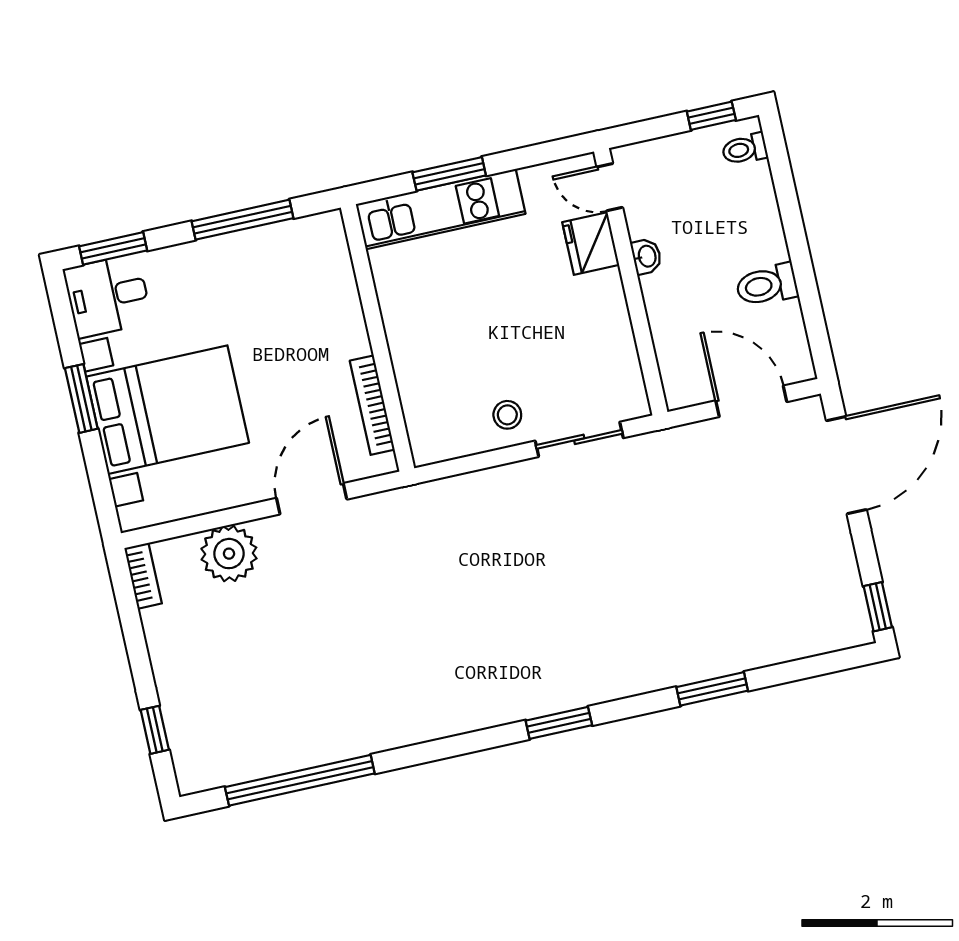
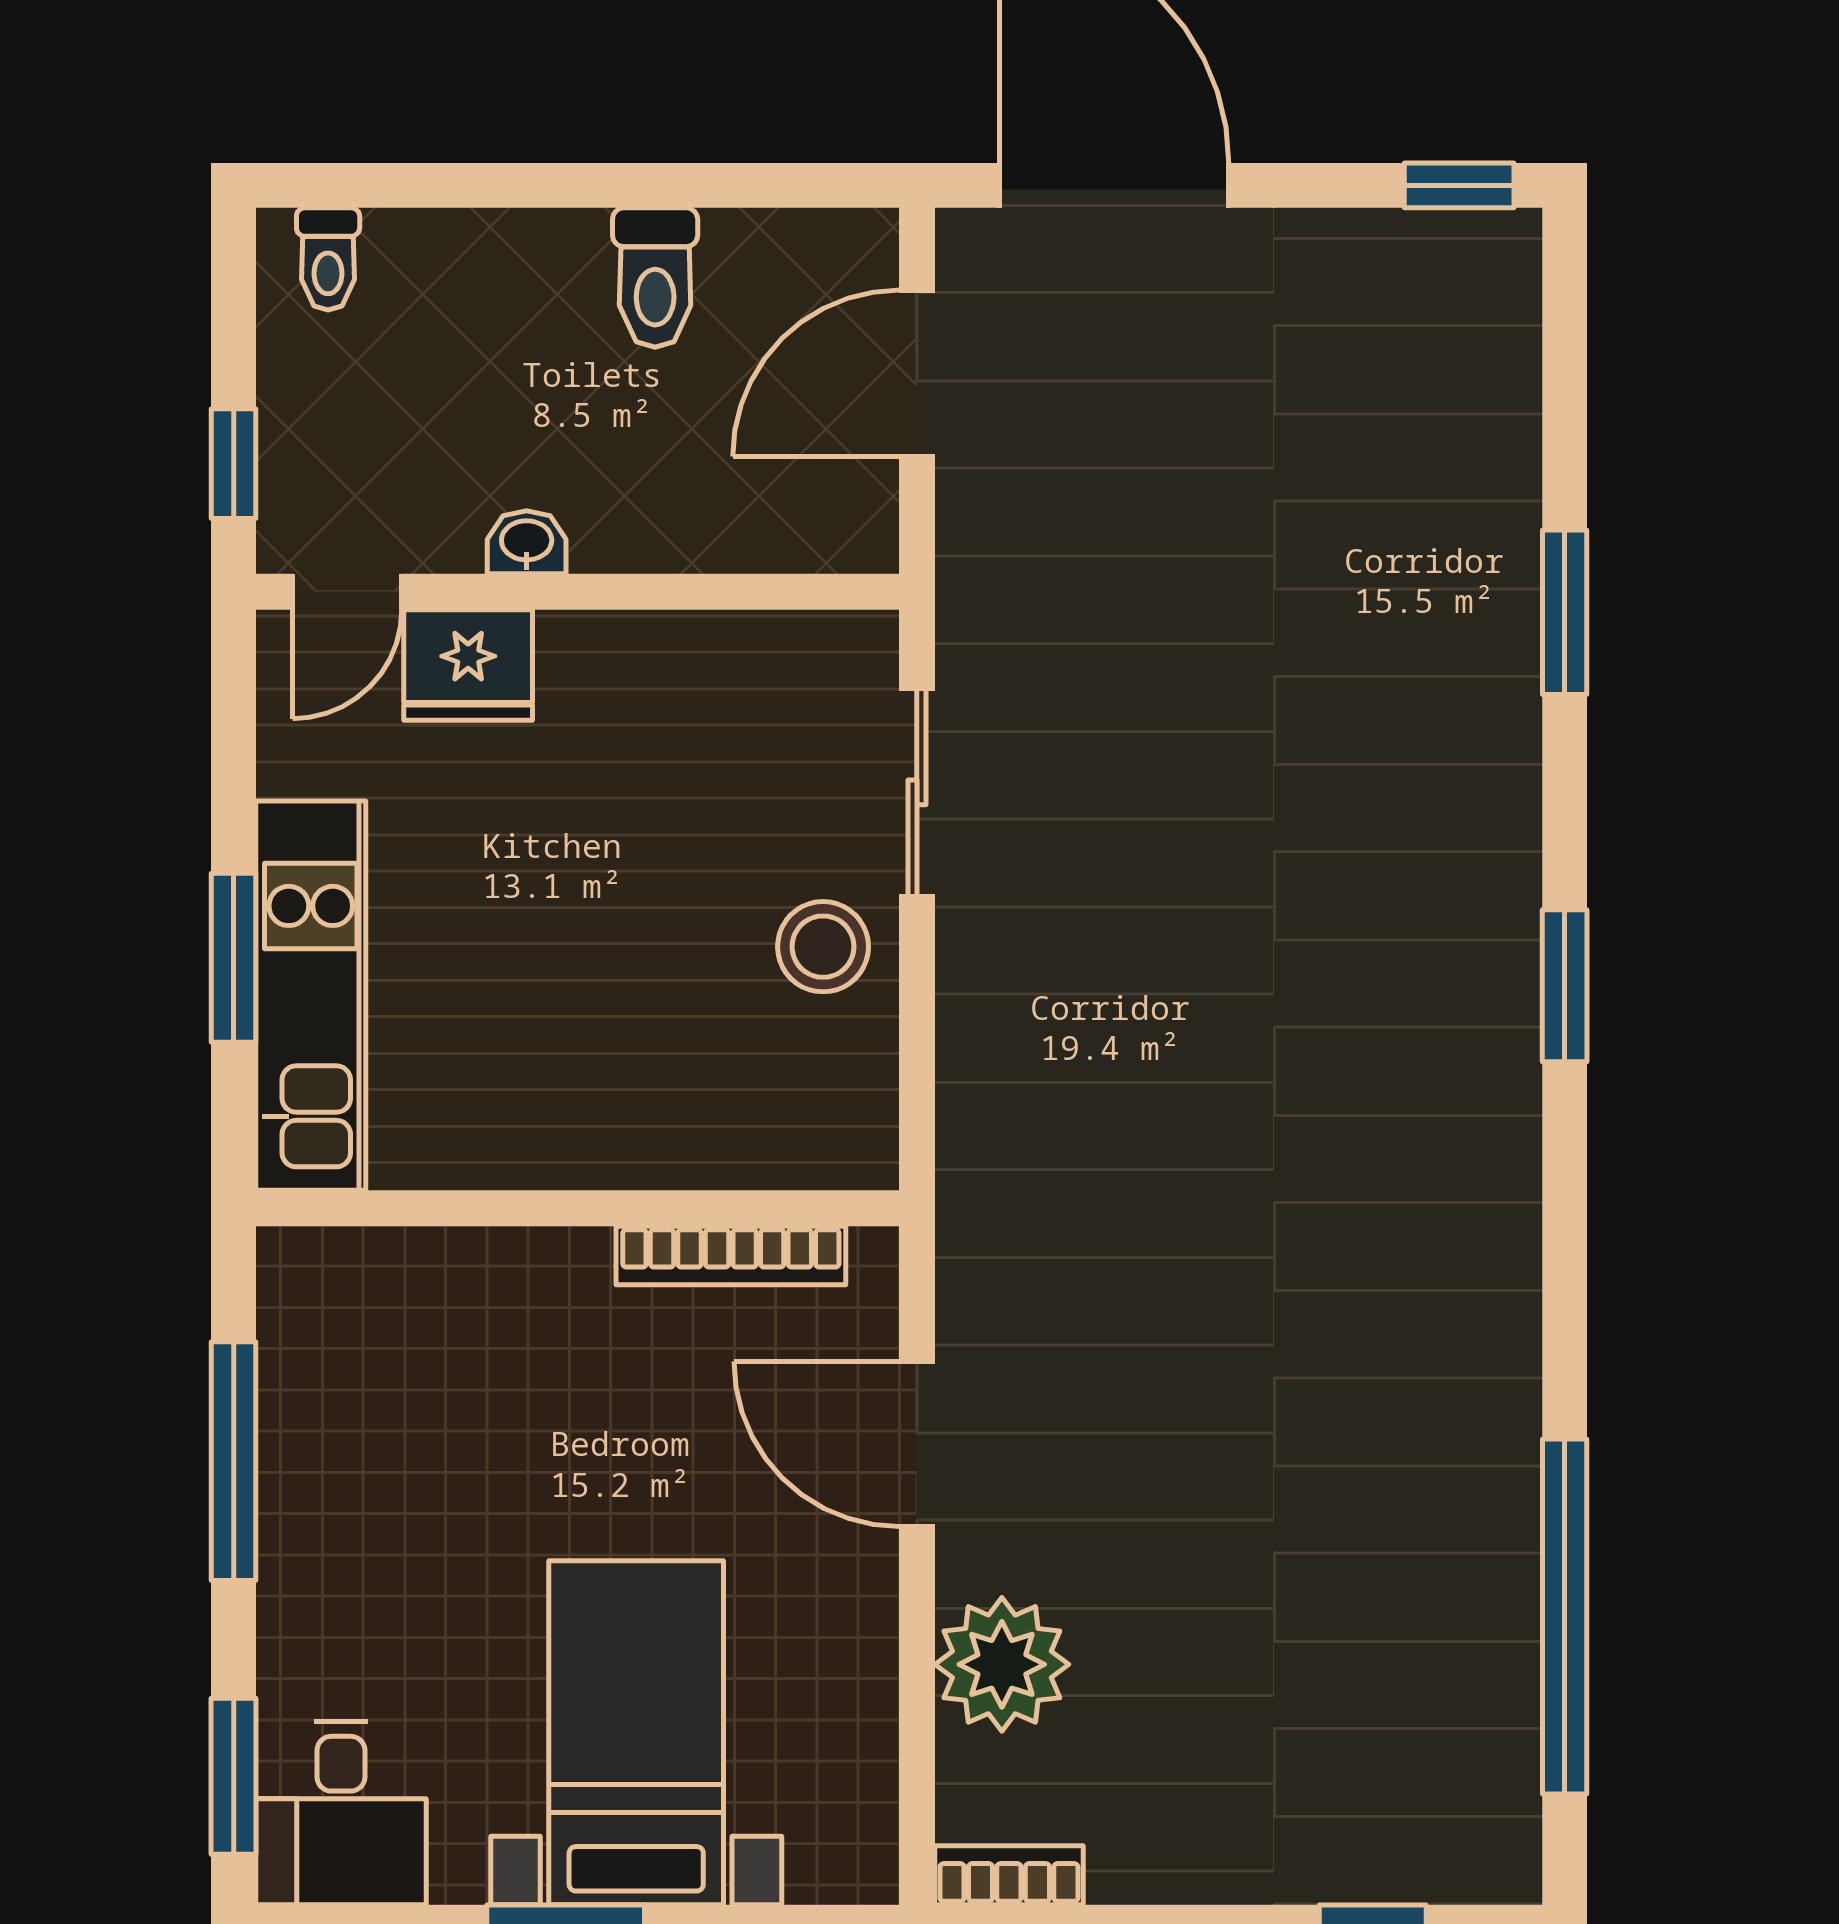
window: (711, 116) -> (234, 464), moved
bed with nightstands: (168, 410) -> (636, 1733), width x0.73
stool: (507, 415) -> (823, 947), width x1.37, depth x1.37

